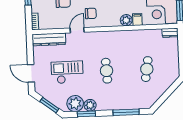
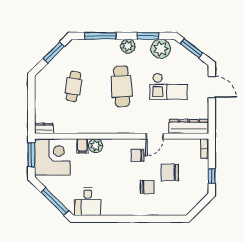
cafe table: (107, 71) -> (122, 86), width x1.37, depth x1.35
window: (164, 97) -> (54, 52), added
plant: (90, 105) -> (128, 46), moved

